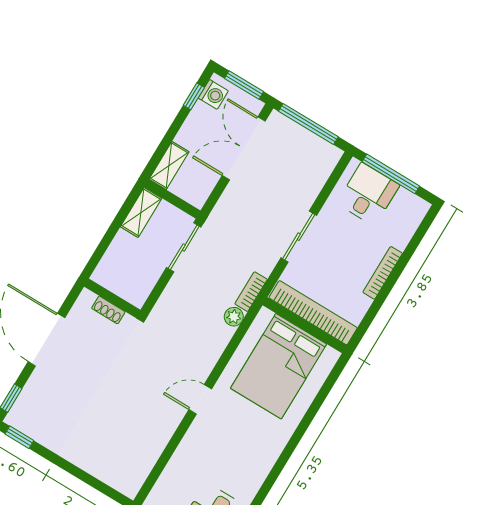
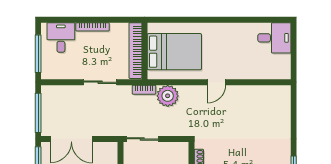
desk: (368, 194) -> (61, 37), moved, turned 90
plant: (234, 317) -> (168, 96), width x1.88, depth x1.88
door: (200, 399) -> (216, 82), hinge flipped

